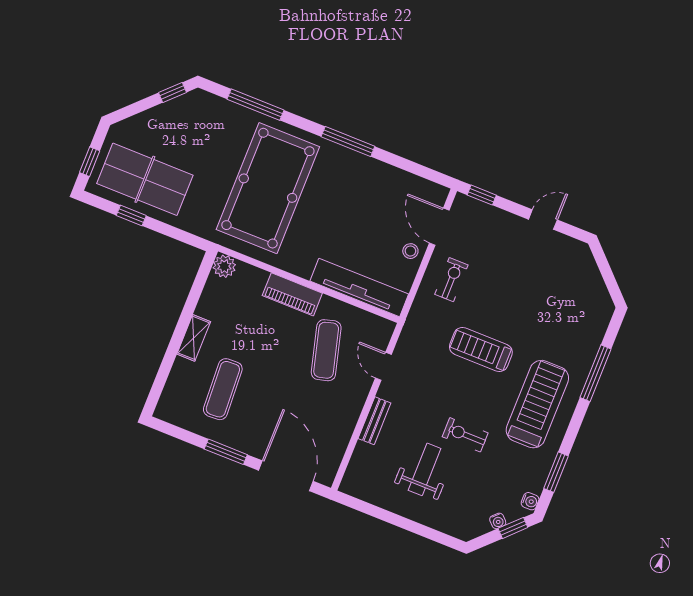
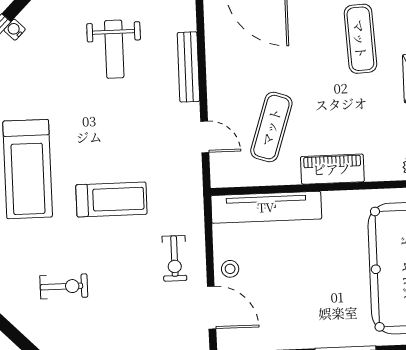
exercise mat: (326, 350) -> (271, 127), turned 33
bench: (374, 421) -> (188, 67), width x1.36
exercise bike: (465, 435) -> (64, 286), moved

